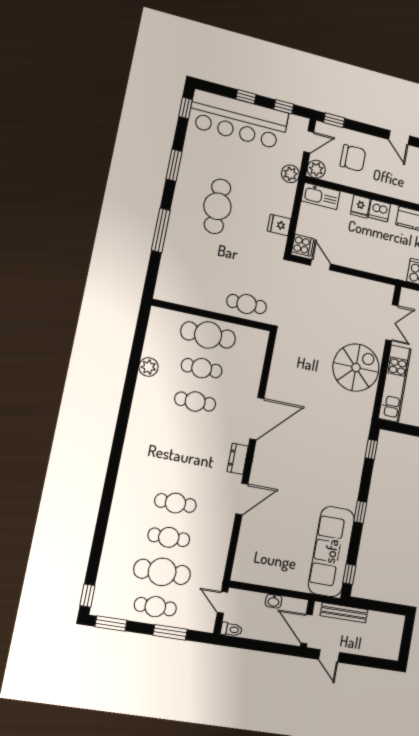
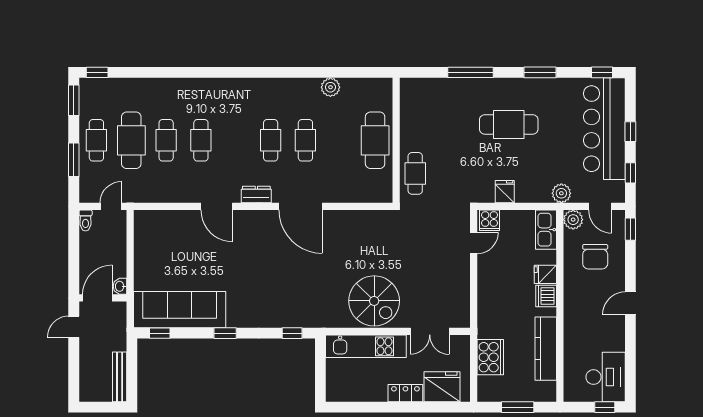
cafe table: (202, 368) -> (271, 140), moved
washbasin: (274, 601) -> (120, 286), moved
bench: (344, 613) -> (120, 377), moved

